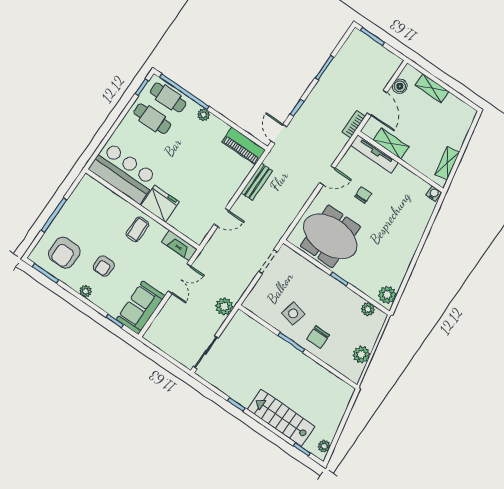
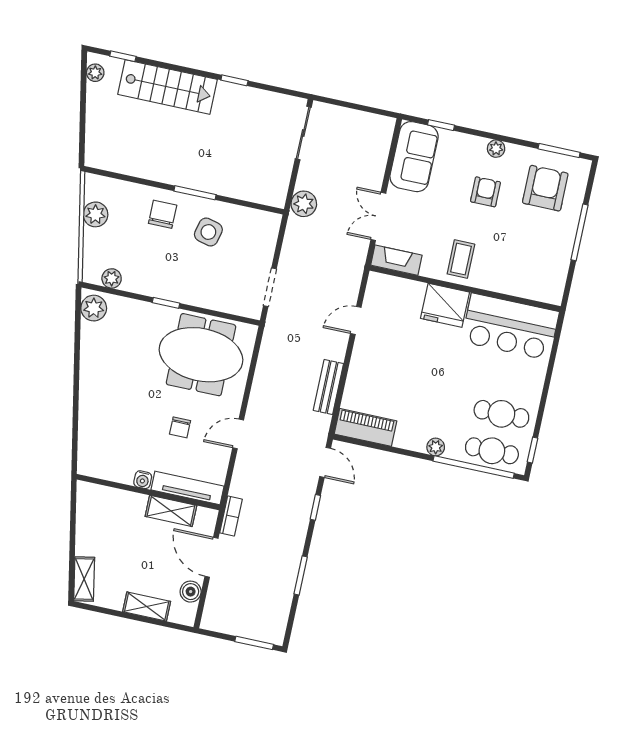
shelving: (447, 163) -> (84, 579), moved
water cooler: (434, 194) -> (143, 480), moved

